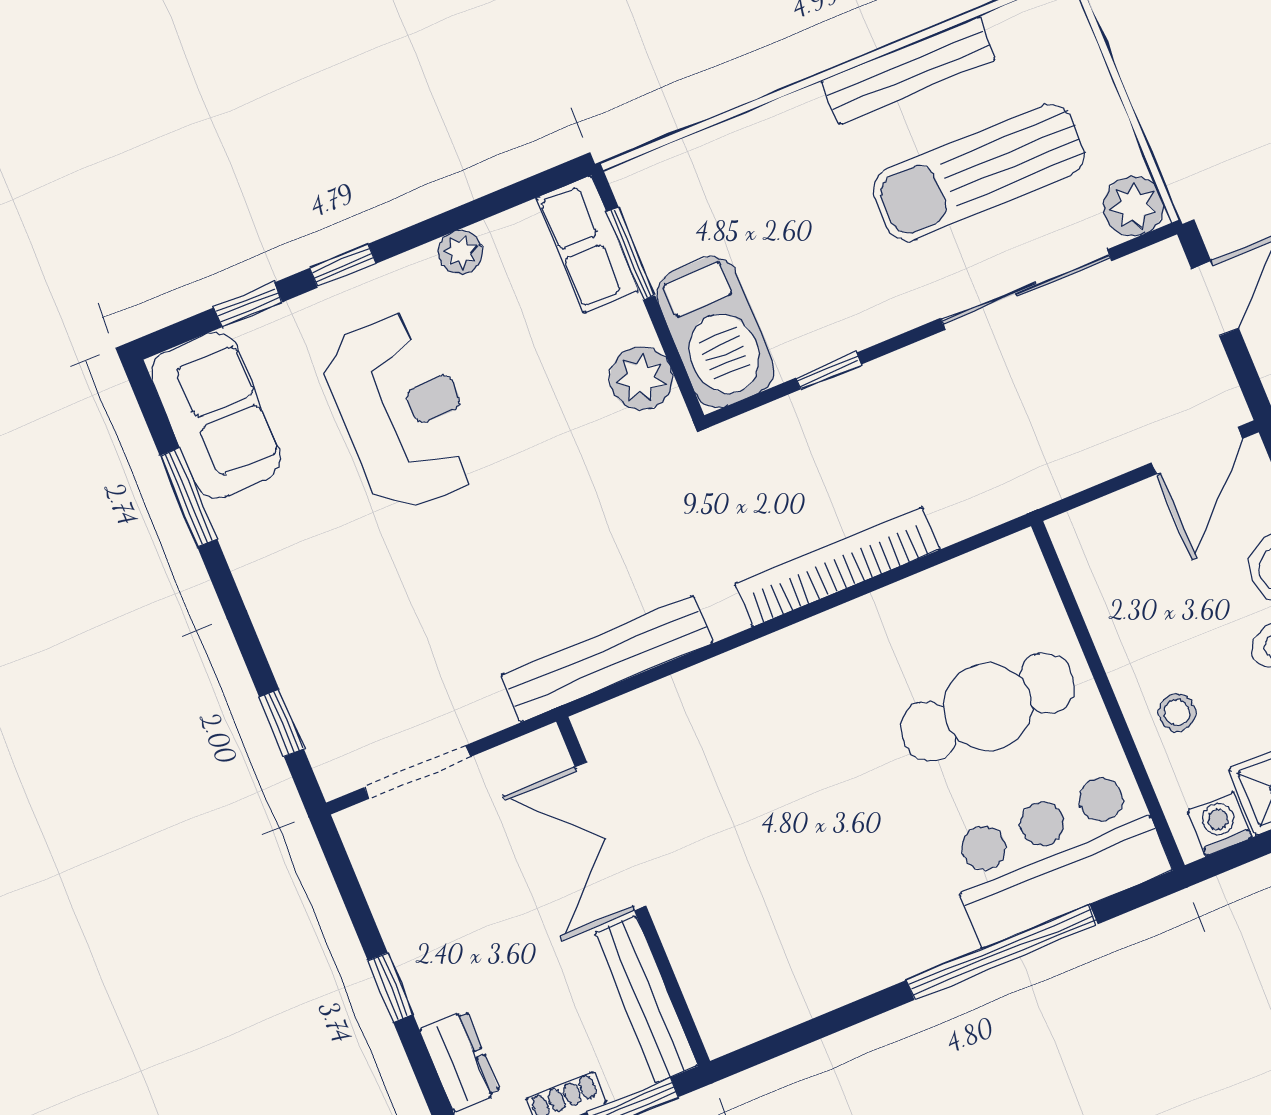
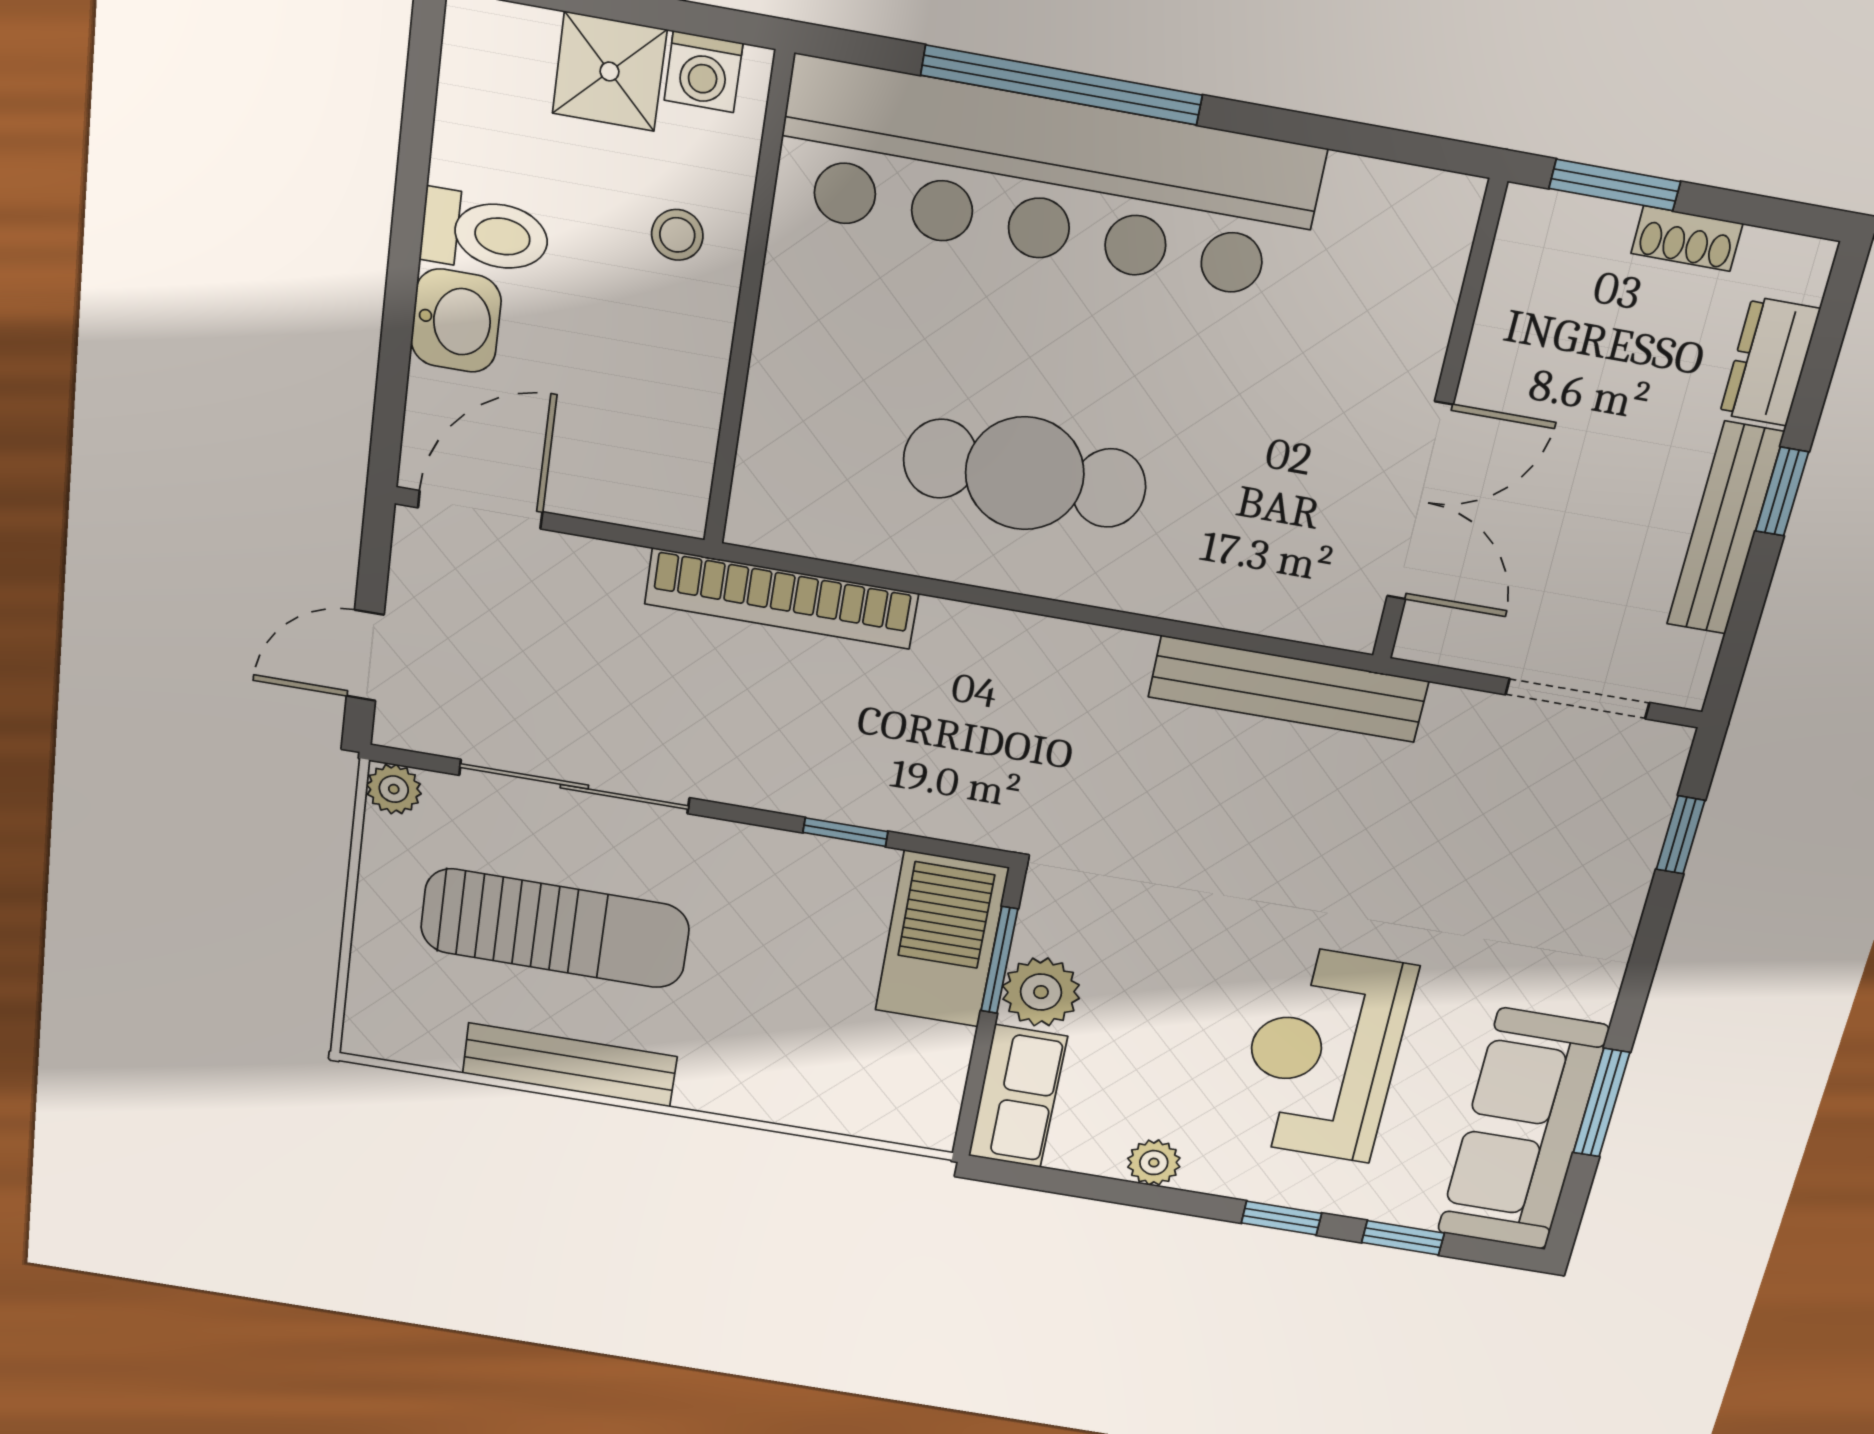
plant: (1133, 206) -> (394, 789), width x0.73, depth x0.73
window: (631, 254) -> (999, 960), moved
plant: (641, 378) -> (1041, 992), moved
sofa: (216, 415) -> (1522, 1130), width x1.36
bookcase: (837, 567) -> (782, 599), moved
cafe table: (988, 707) -> (1025, 473), moved
bar counter: (1056, 856) -> (1048, 180), width x1.86
bench: (646, 999) -> (1725, 529), moved

